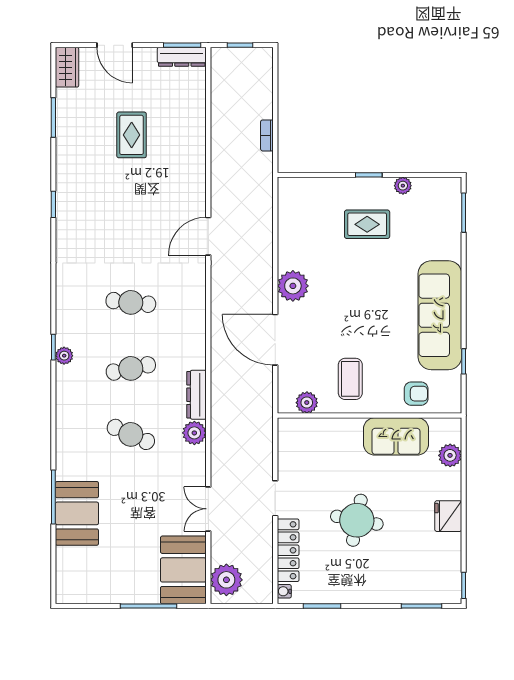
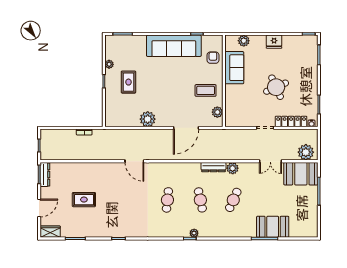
plant: (293, 286) -> (148, 119), moved
round table: (357, 520) -> (276, 87), turned -35

